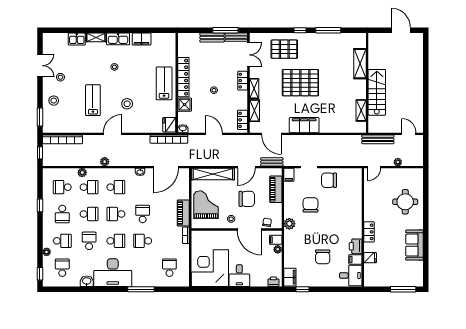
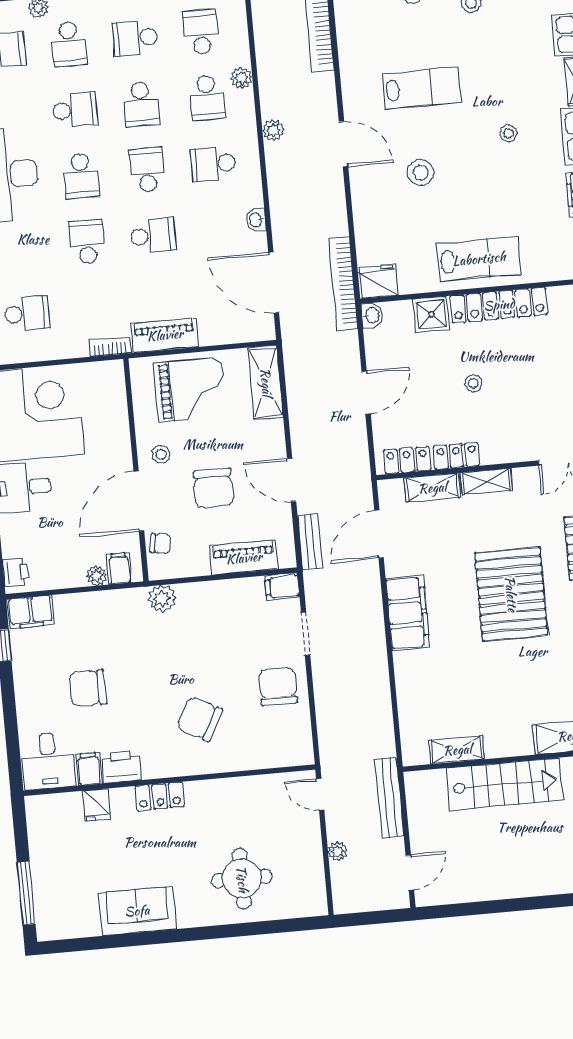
locker: (243, 81) -> (456, 456), moved
shelving: (213, 174) -> (266, 382), width x0.68
school desk: (116, 187) -> (213, 164), turned 90
chair: (311, 205) -> (199, 719), moved, turned -152

